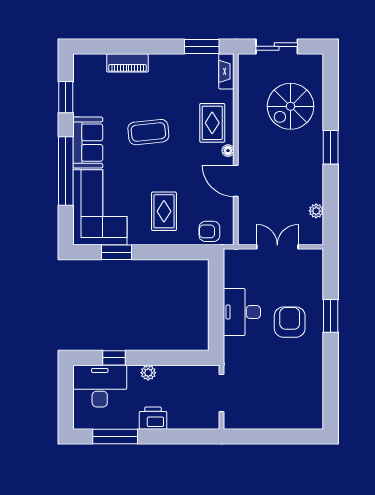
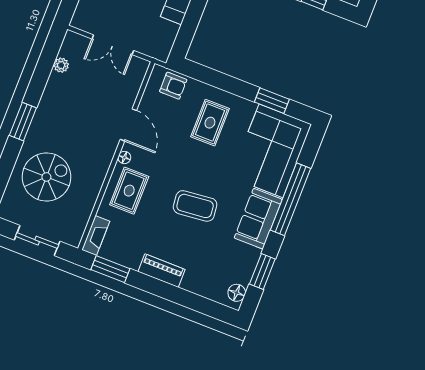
piano: (128, 63) -> (162, 271), moved
floor lamp: (81, 69) -> (237, 293), added

